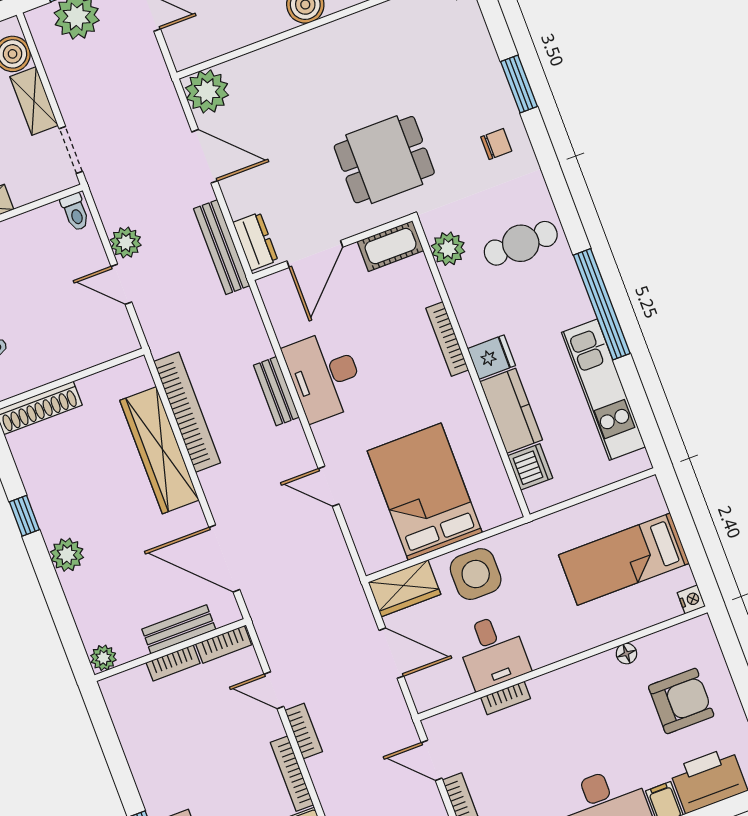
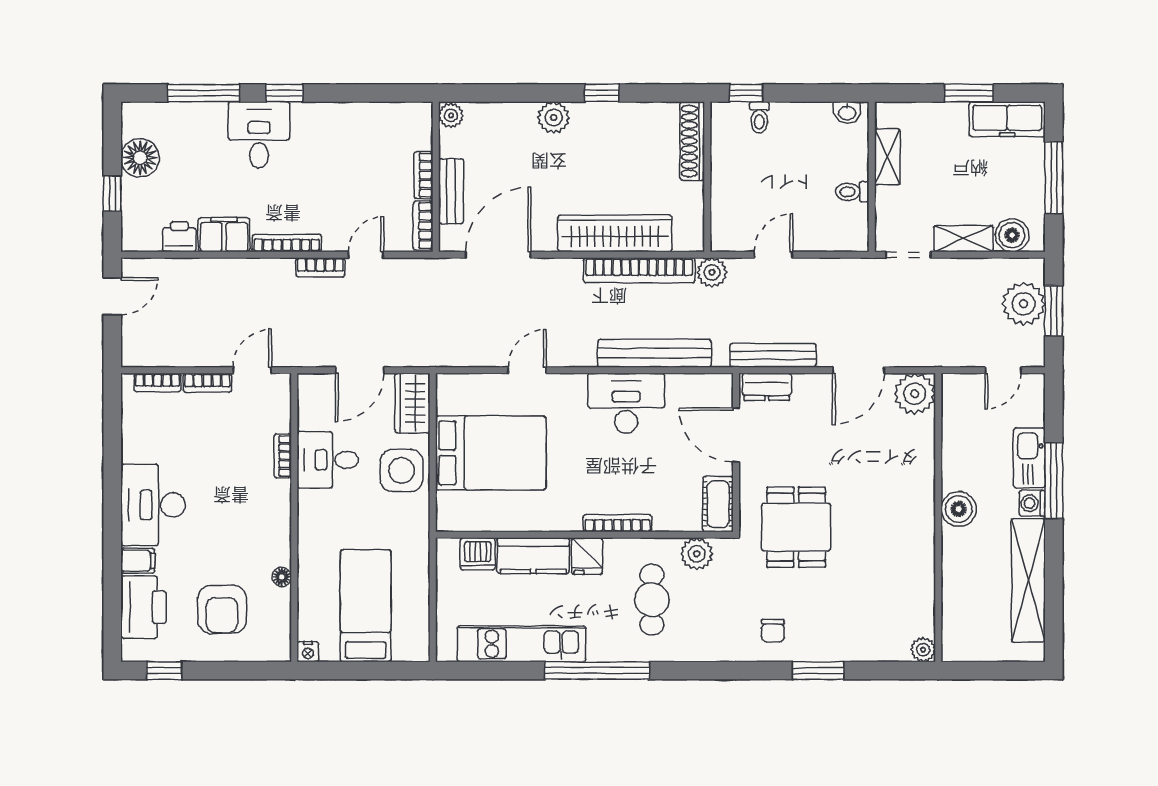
toilet: (75, 212) -> (852, 192), moved
plant: (126, 242) -> (712, 272), moved
cafe table: (521, 243) -> (652, 600), moved
bench: (276, 391) -> (654, 353), width x1.86, depth x1.21

